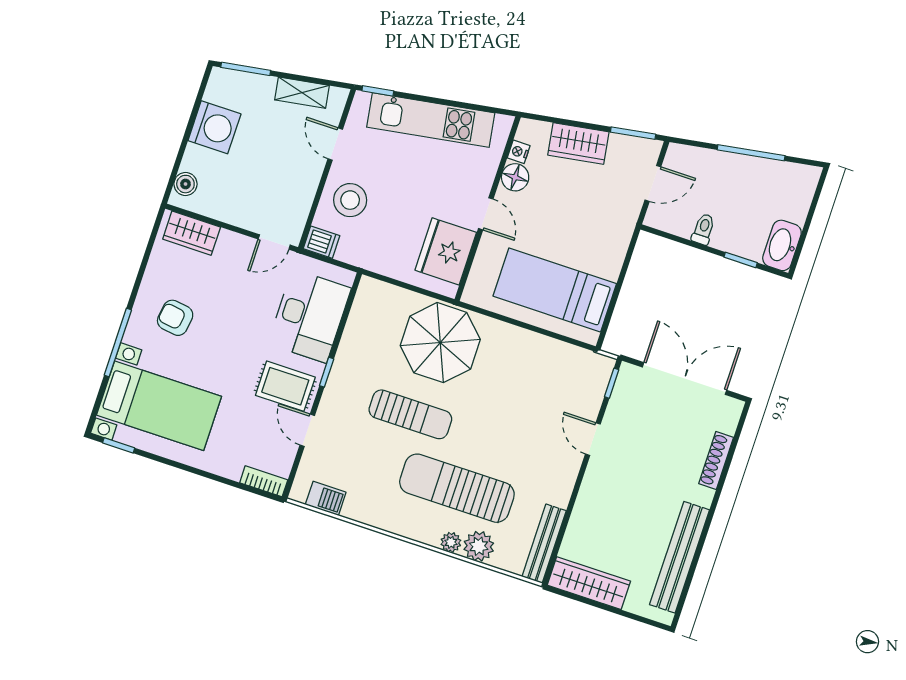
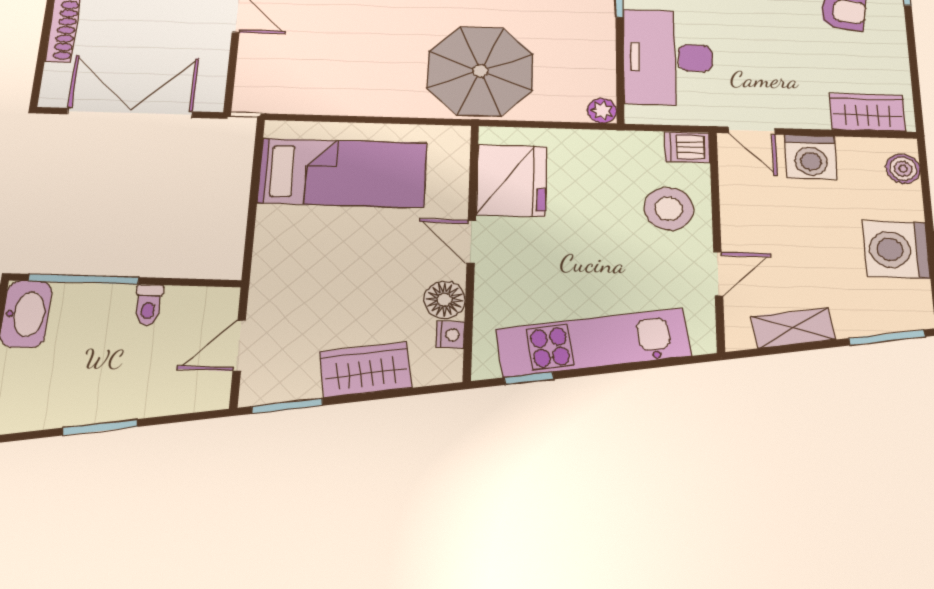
window: (378, 91) -> (529, 378), moved
door: (335, 144) -> (718, 274), hinge flipped
window: (751, 153) -> (100, 427), width x0.69
washing machine: (243, 211) -> (811, 157), added
door: (274, 242) -> (752, 131), swing flipped
window: (741, 260) -> (84, 279), width x2.17
plant: (368, 287) -> (602, 111), added
double door: (684, 379) -> (130, 113), swing flipped
window: (612, 383) -> (230, 82), removed

